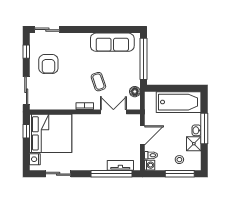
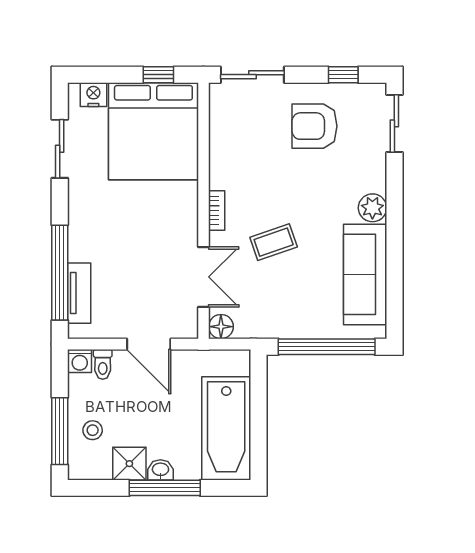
plant: (84, 39) -> (372, 208), added
floor lamp: (135, 92) -> (221, 327), moved

